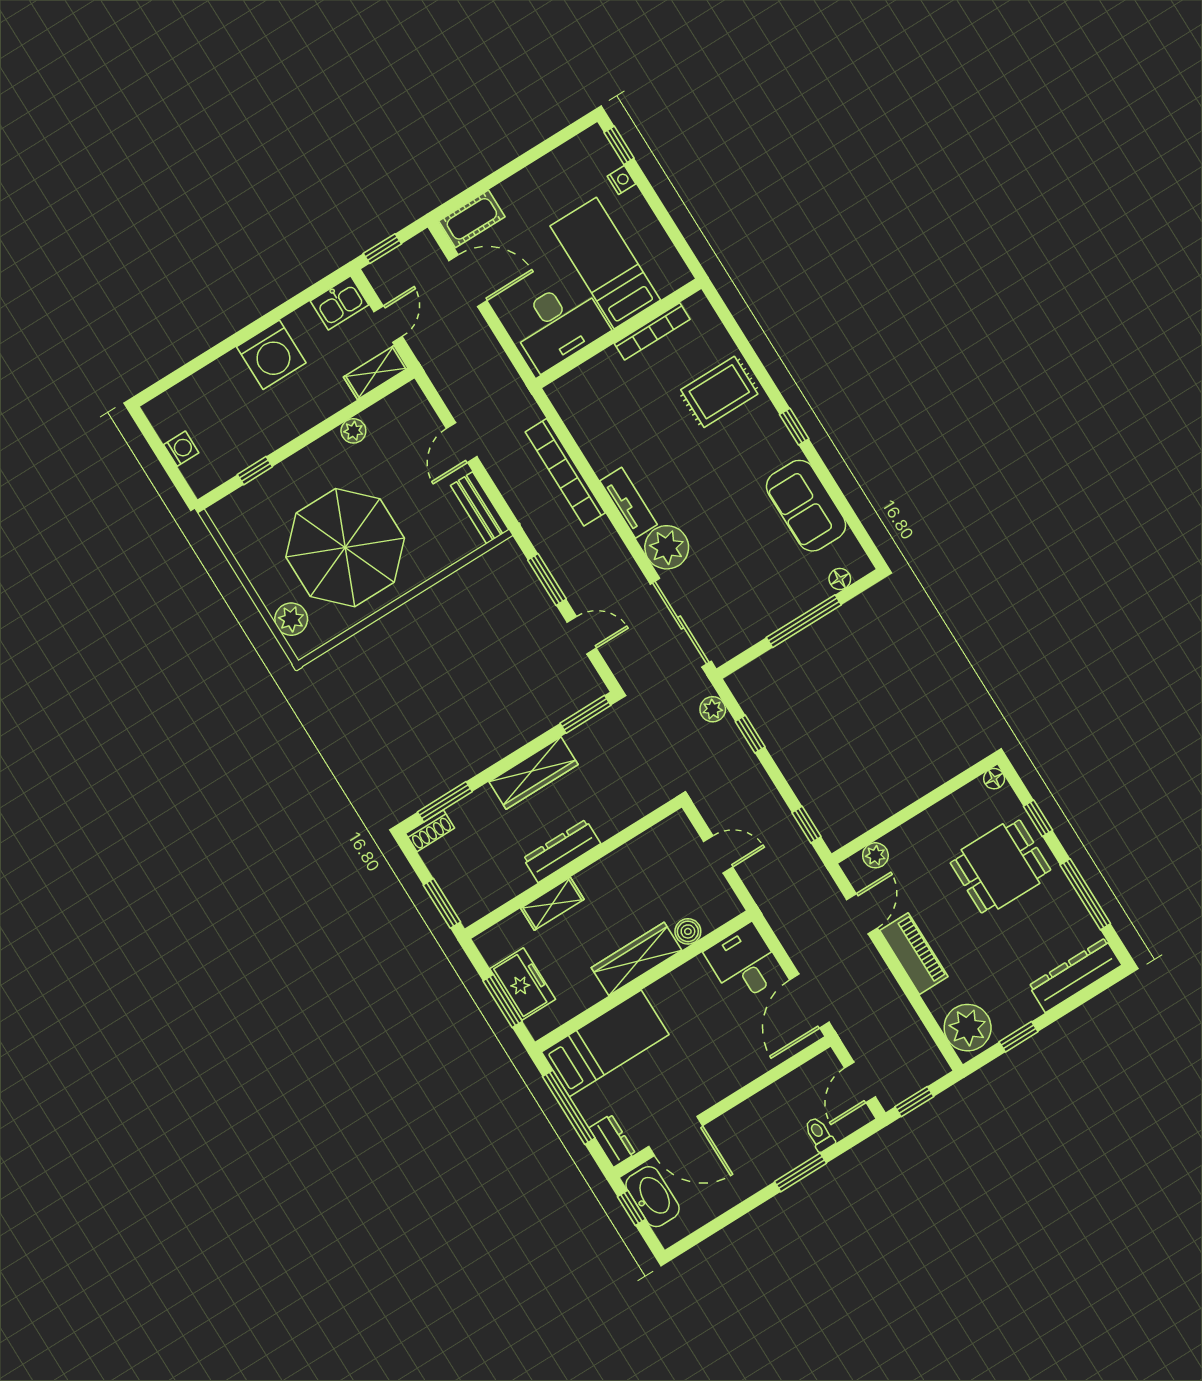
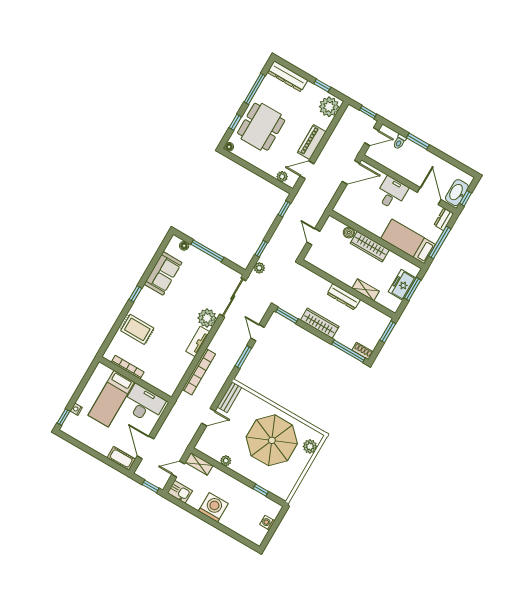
window: (445, 802) -> (348, 351), width x1.44
dining table: (1000, 866) -> (261, 127), width x1.38
desk: (744, 963) -> (392, 193), moved, turned 180

